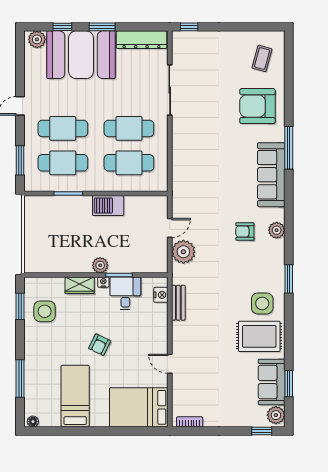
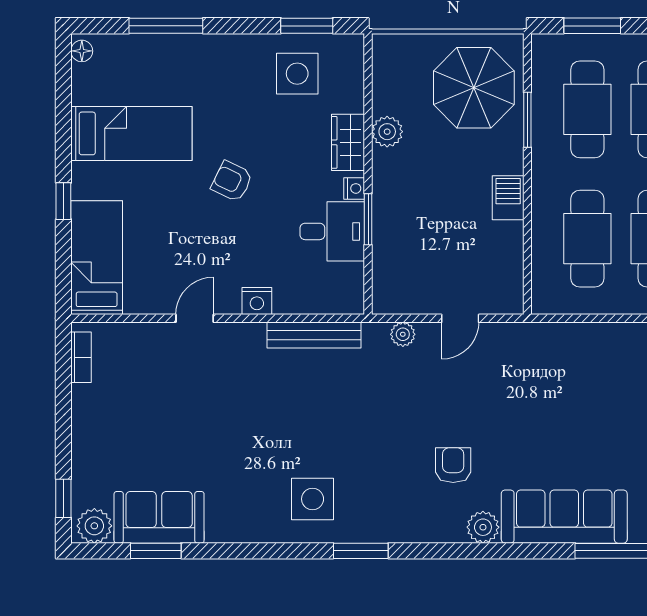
barbecue: (108, 206) -> (508, 198), width x0.73, depth x0.79
parasol: (52, 221) -> (474, 88), added
door: (170, 228) -> (460, 318), hinge flipped
plant: (277, 230) -> (483, 527), moved
plant: (183, 252) -> (403, 334), width x0.53, depth x0.53
plant: (100, 265) -> (387, 132), moved
nightstand: (161, 295) -> (257, 301), moved
bench: (178, 303) -> (314, 335), width x1.36
rug: (259, 336) -> (248, 493), removed
bed: (139, 407) -> (97, 258), width x0.67
window: (110, 431) -> (63, 201), added

